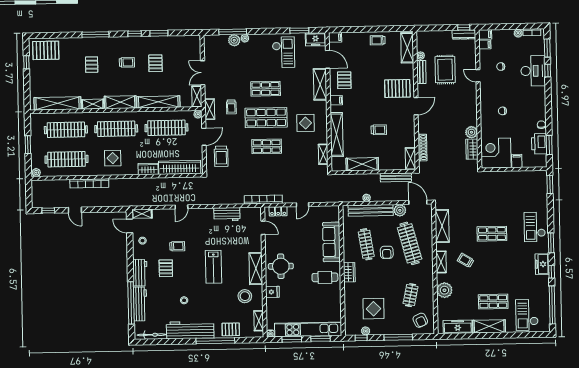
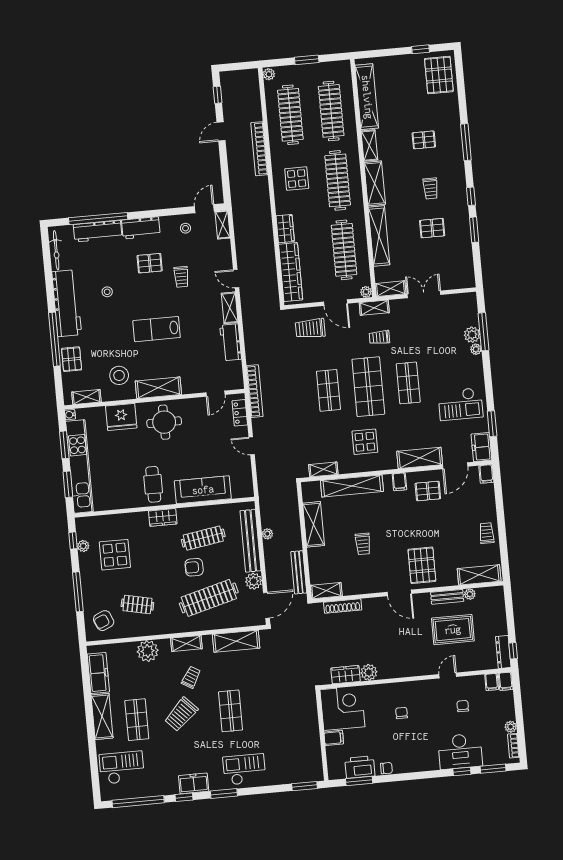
shelving: (202, 213) -> (230, 308), added
trolley: (492, 269) -> (181, 714), added
fridge: (272, 292) -> (121, 417), width x1.88, depth x1.34

